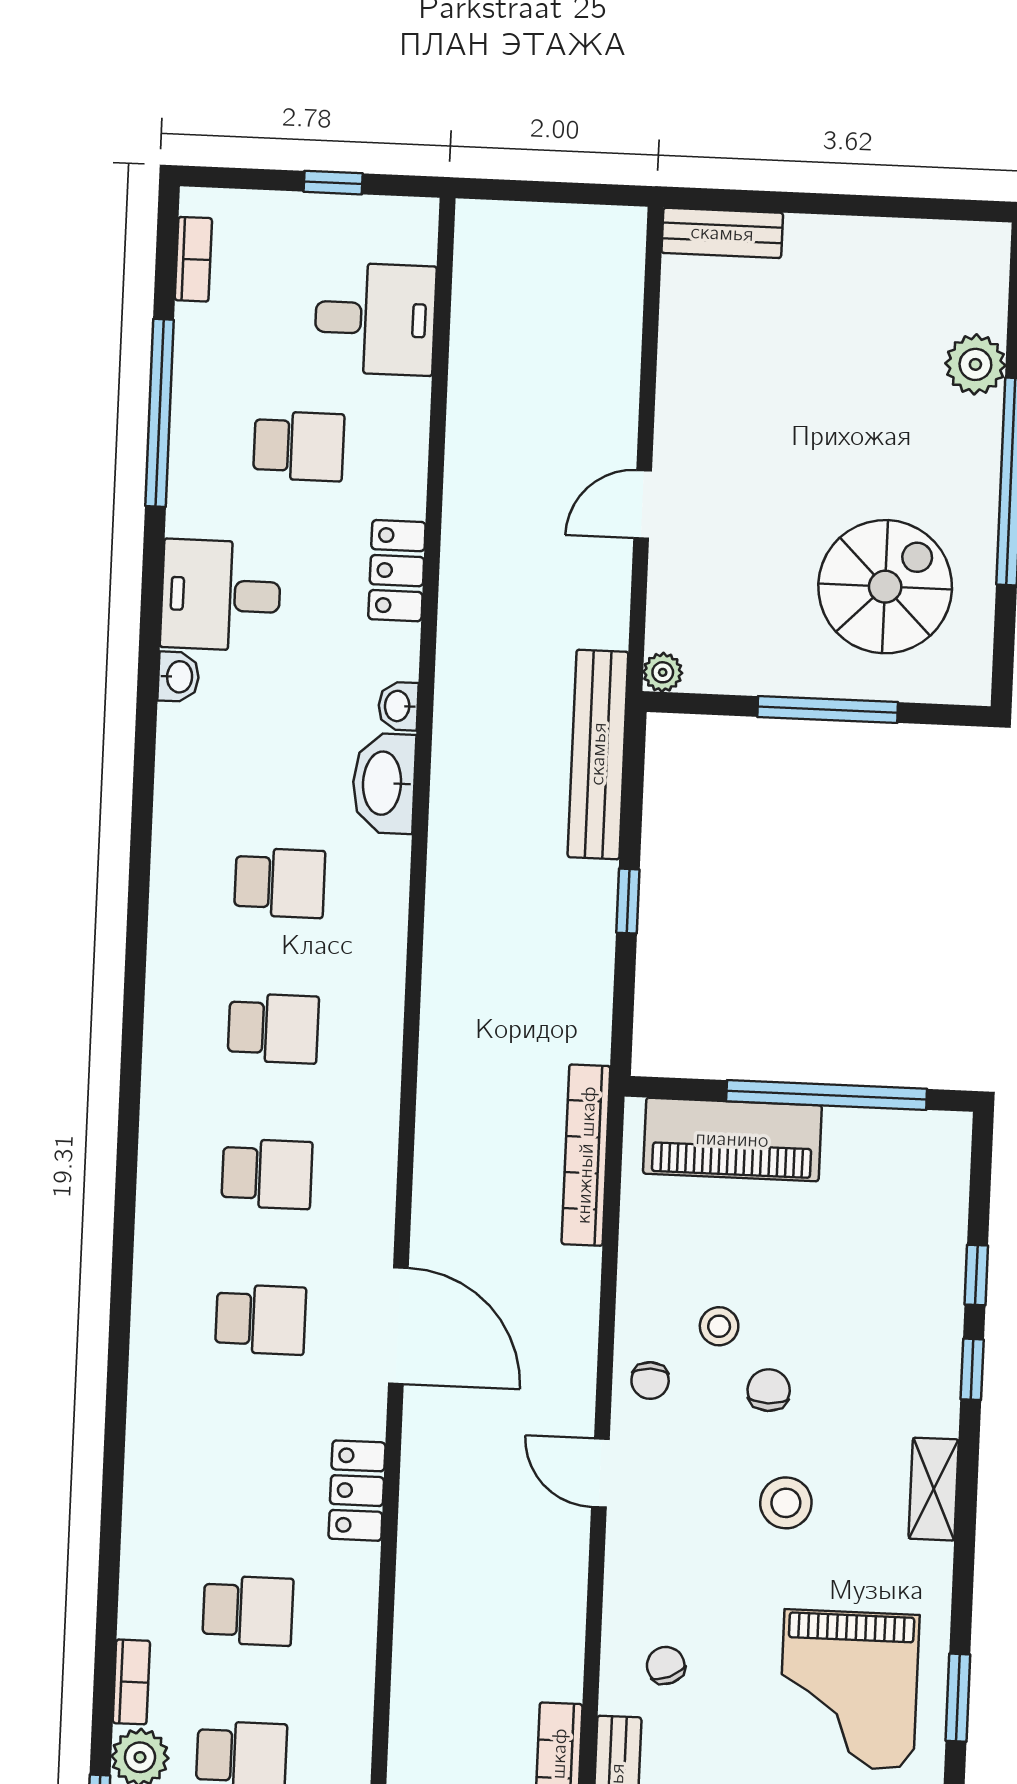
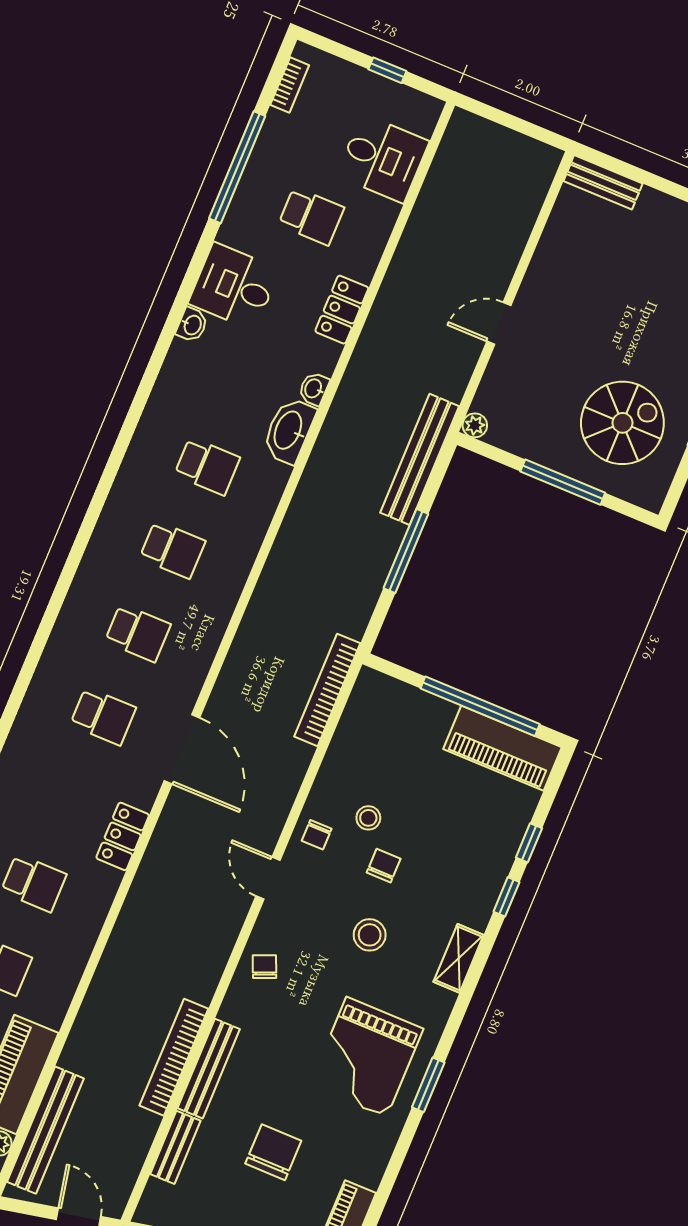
window: (628, 901) -> (406, 551), width x2.17
piano: (732, 1139) -> (502, 748), moved
chair: (666, 1665) -> (264, 967), moved

